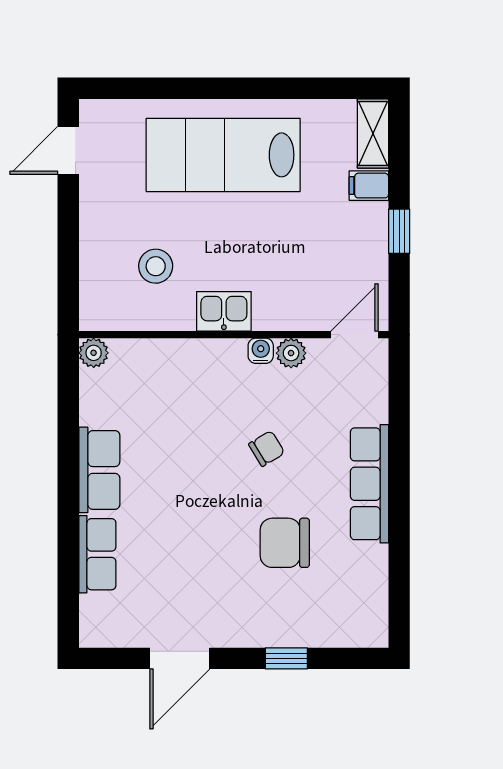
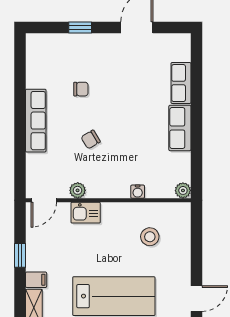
kitchen sink: (224, 311) -> (86, 213), moved
water cooler: (261, 351) -> (138, 192), moved
chair: (285, 543) -> (81, 89), width x0.54, depth x0.54

